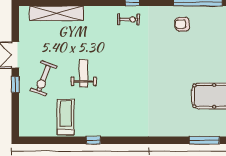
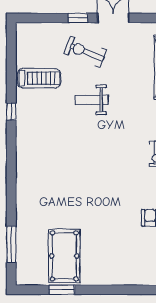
weight bench: (84, 73) -> (91, 100), turned 180

